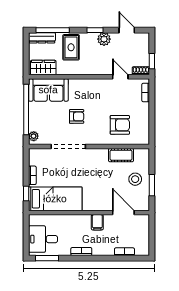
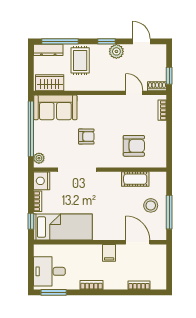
nightstand: (36, 157) -> (42, 181), added
window: (152, 185) -> (169, 212), width x1.44

